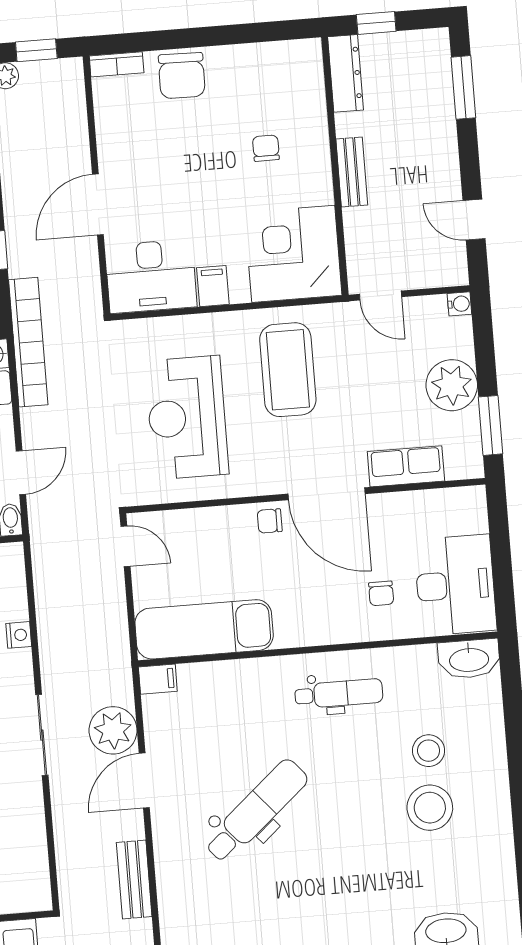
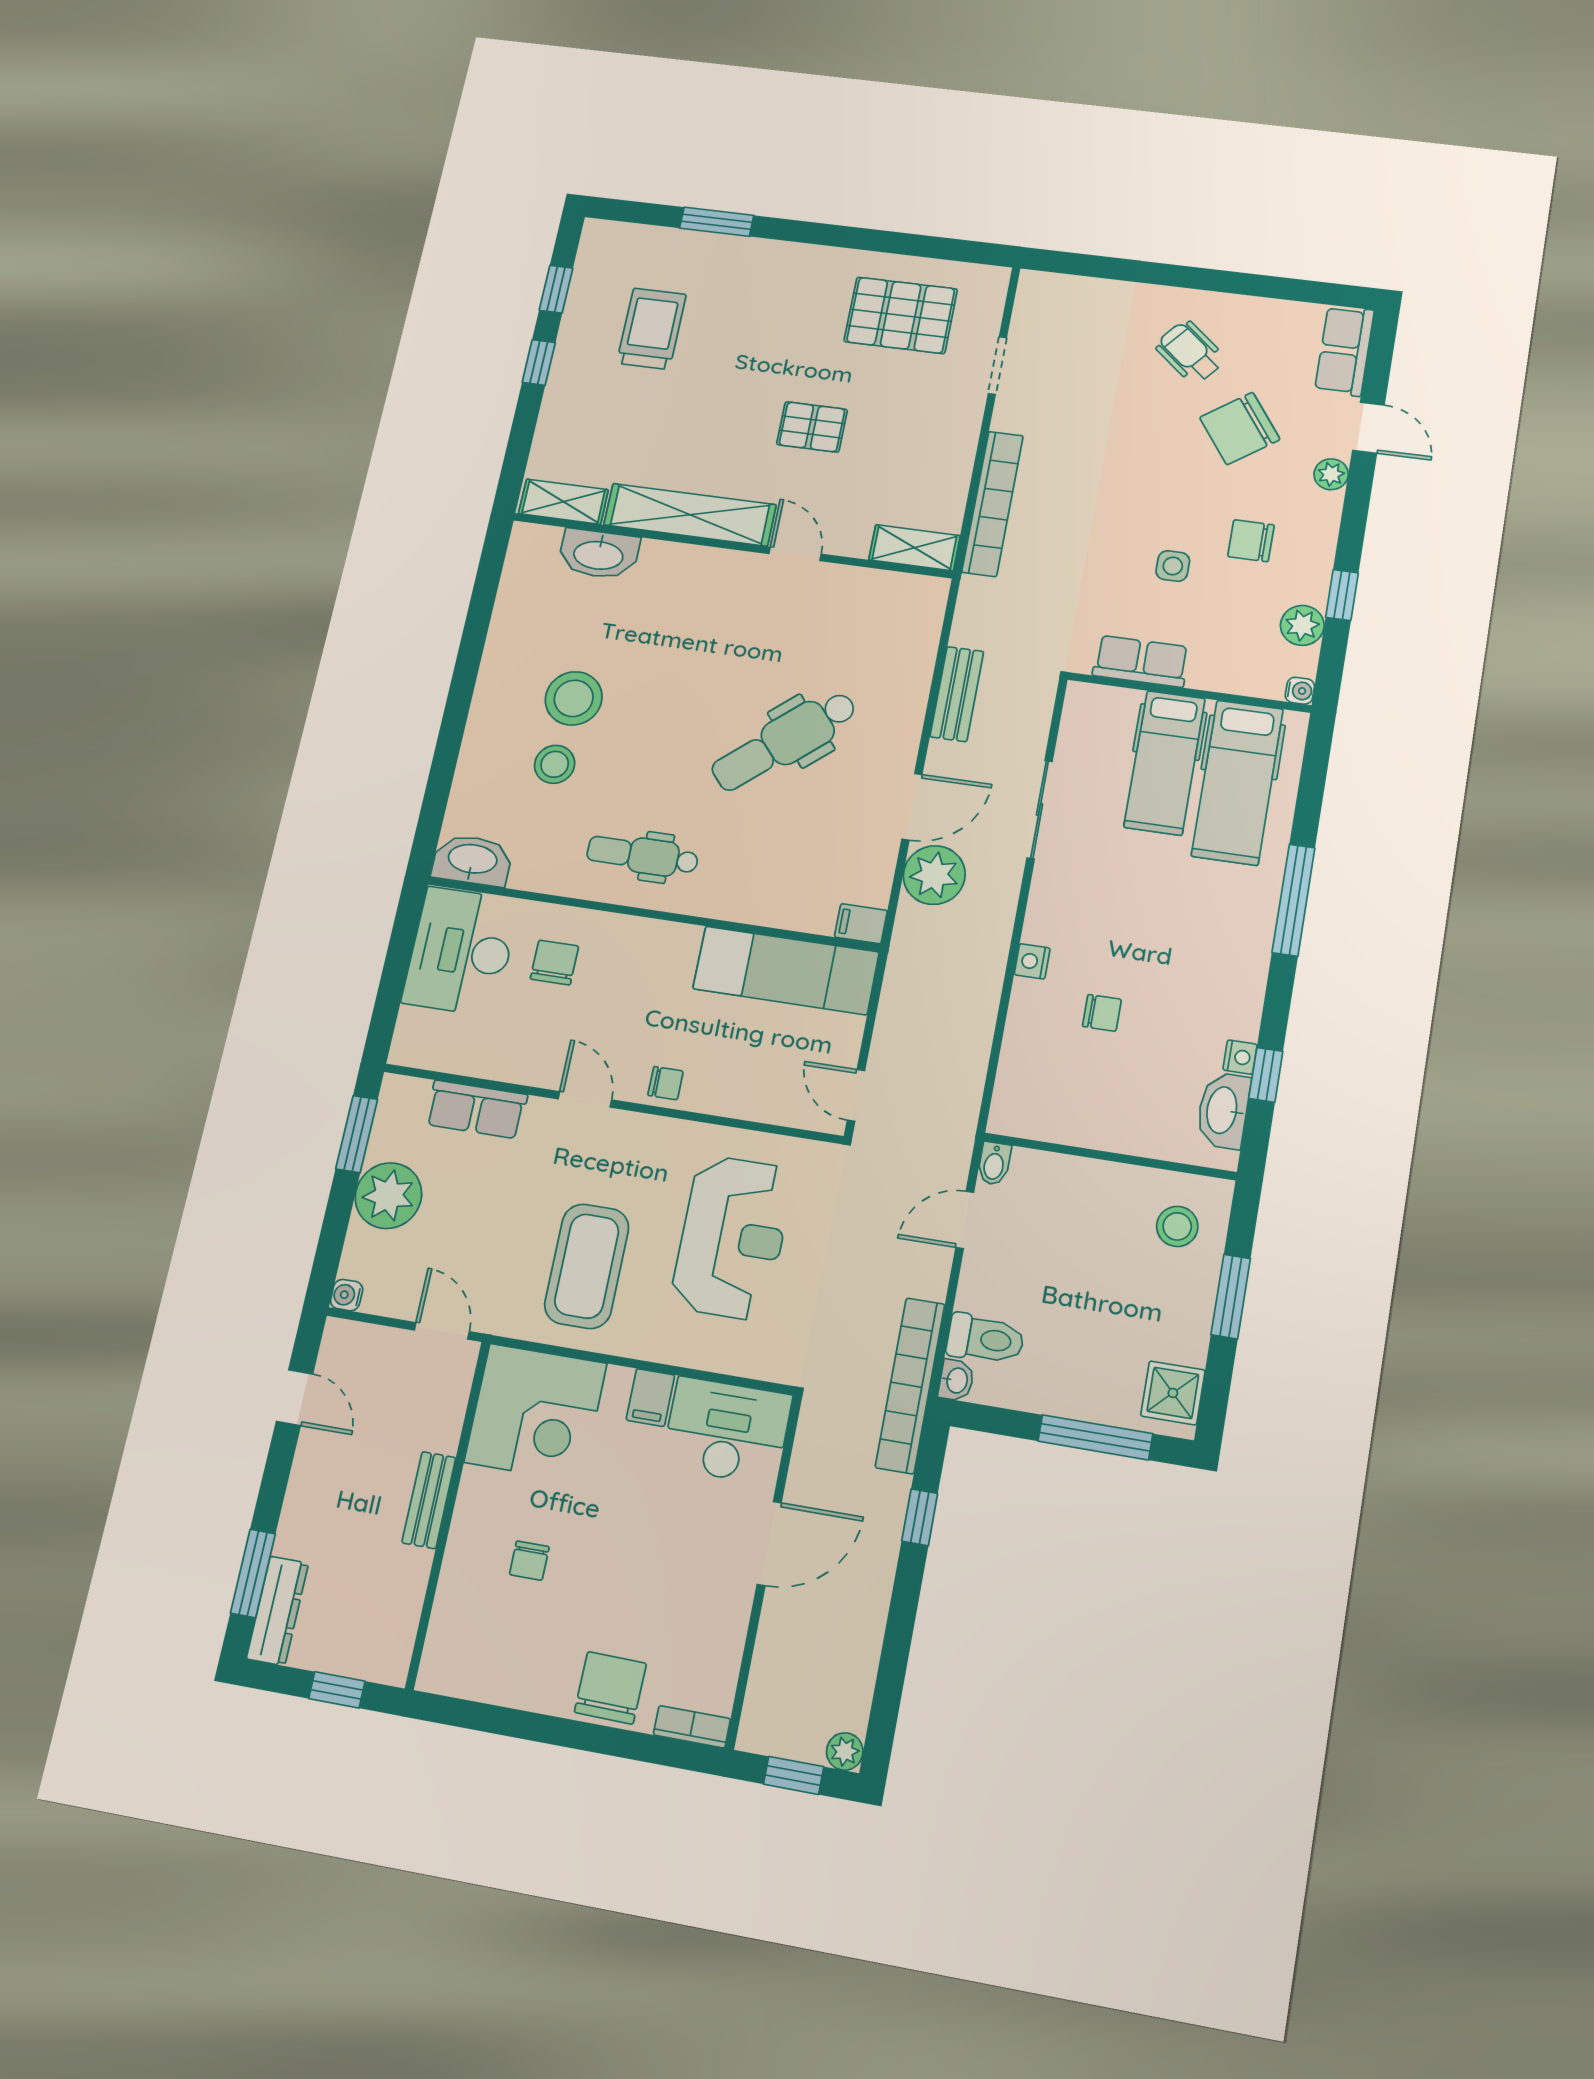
dresser: (346, 73) -> (277, 1611), moved, turned 180
door: (327, 494) -> (585, 1099), width x0.53
chair: (381, 593) -> (554, 963), width x1.37, depth x1.37
nightstand: (19, 635) -> (1032, 961), moved
sliding door: (42, 735) -> (1040, 810), moved

